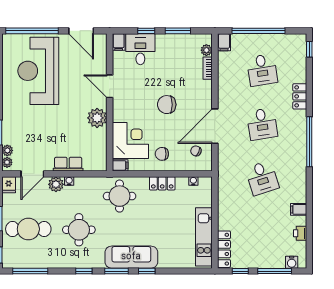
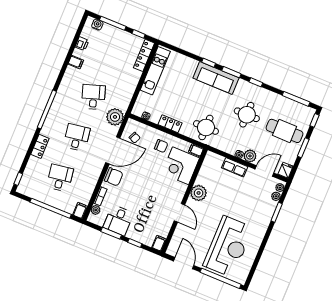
desk: (140, 49) -> (118, 220), moved
chair: (167, 105) -> (114, 177), moved
plant: (228, 165) -> (115, 117), added

